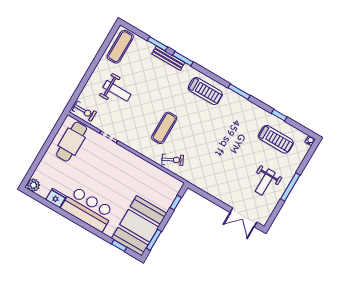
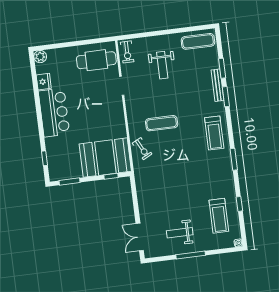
booth: (139, 226) -> (105, 158), moved

